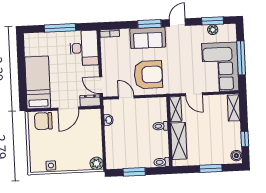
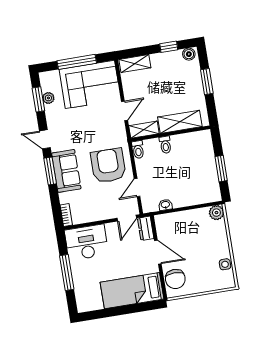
toilet: (162, 162) -> (138, 150), moved

